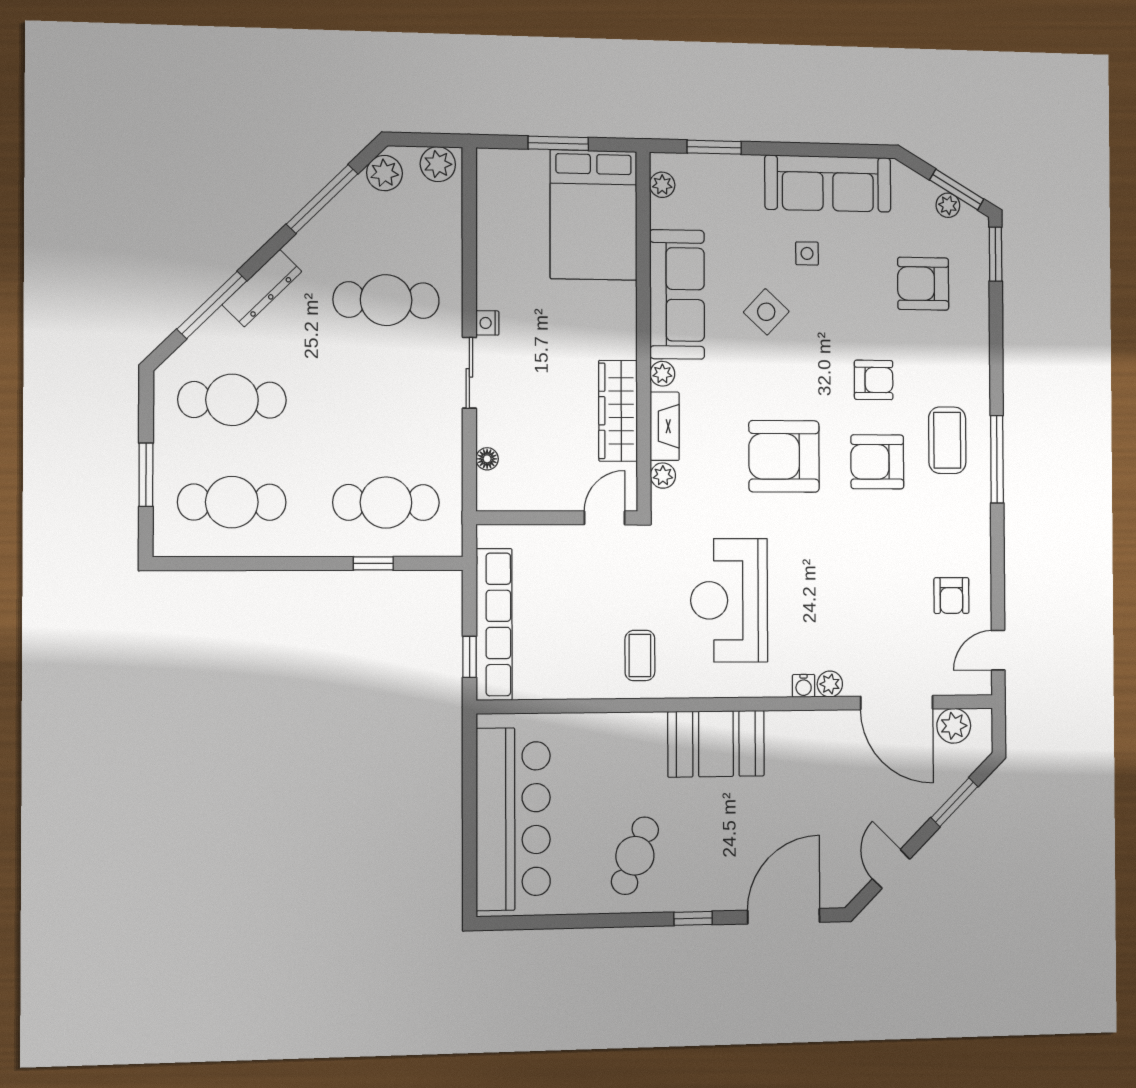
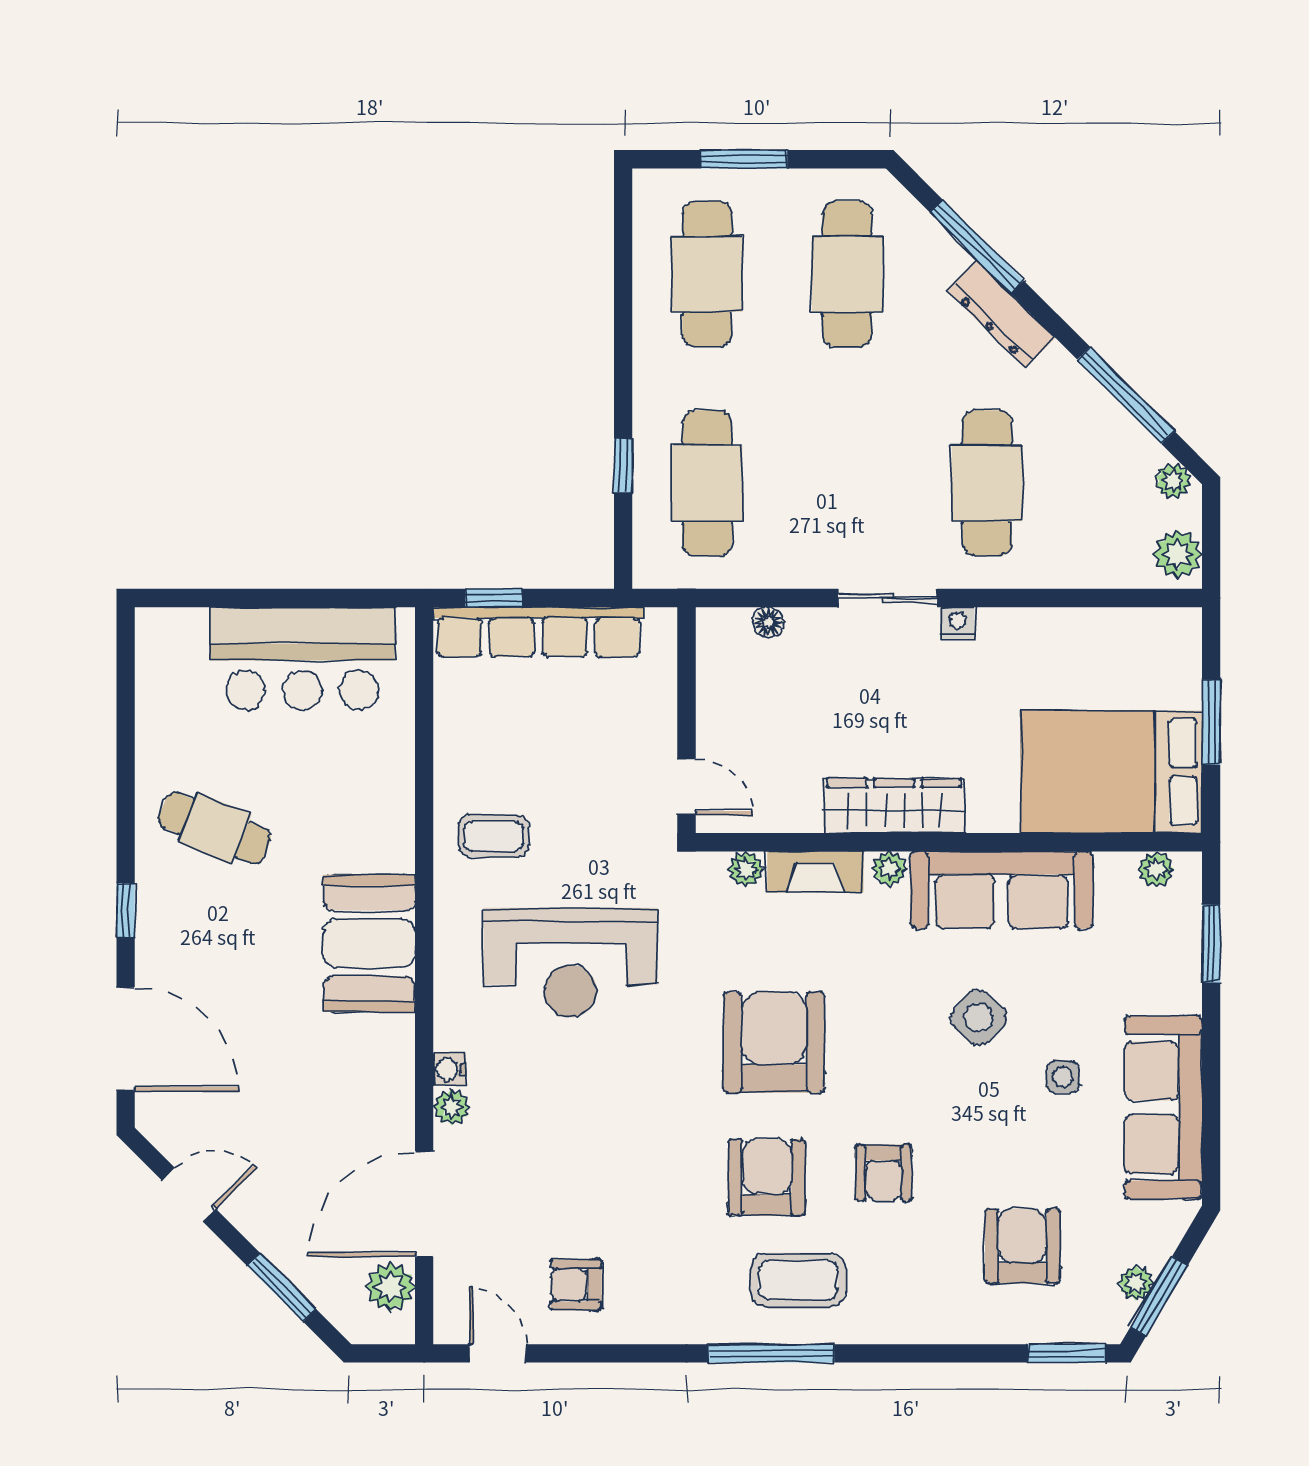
plant: (384, 173) -> (1173, 481), width x0.73, depth x0.73
wardrobe: (618, 411) -> (894, 806), moved
reception desk: (729, 600) -> (570, 963), turned 180
bar counter: (513, 819) -> (302, 658), width x0.73

